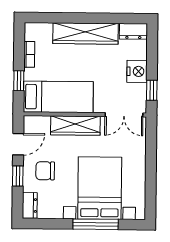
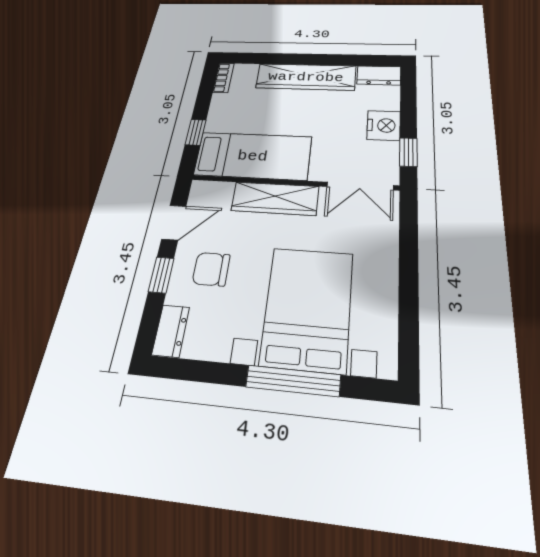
bookcase: (29, 54) -> (223, 78), moved

